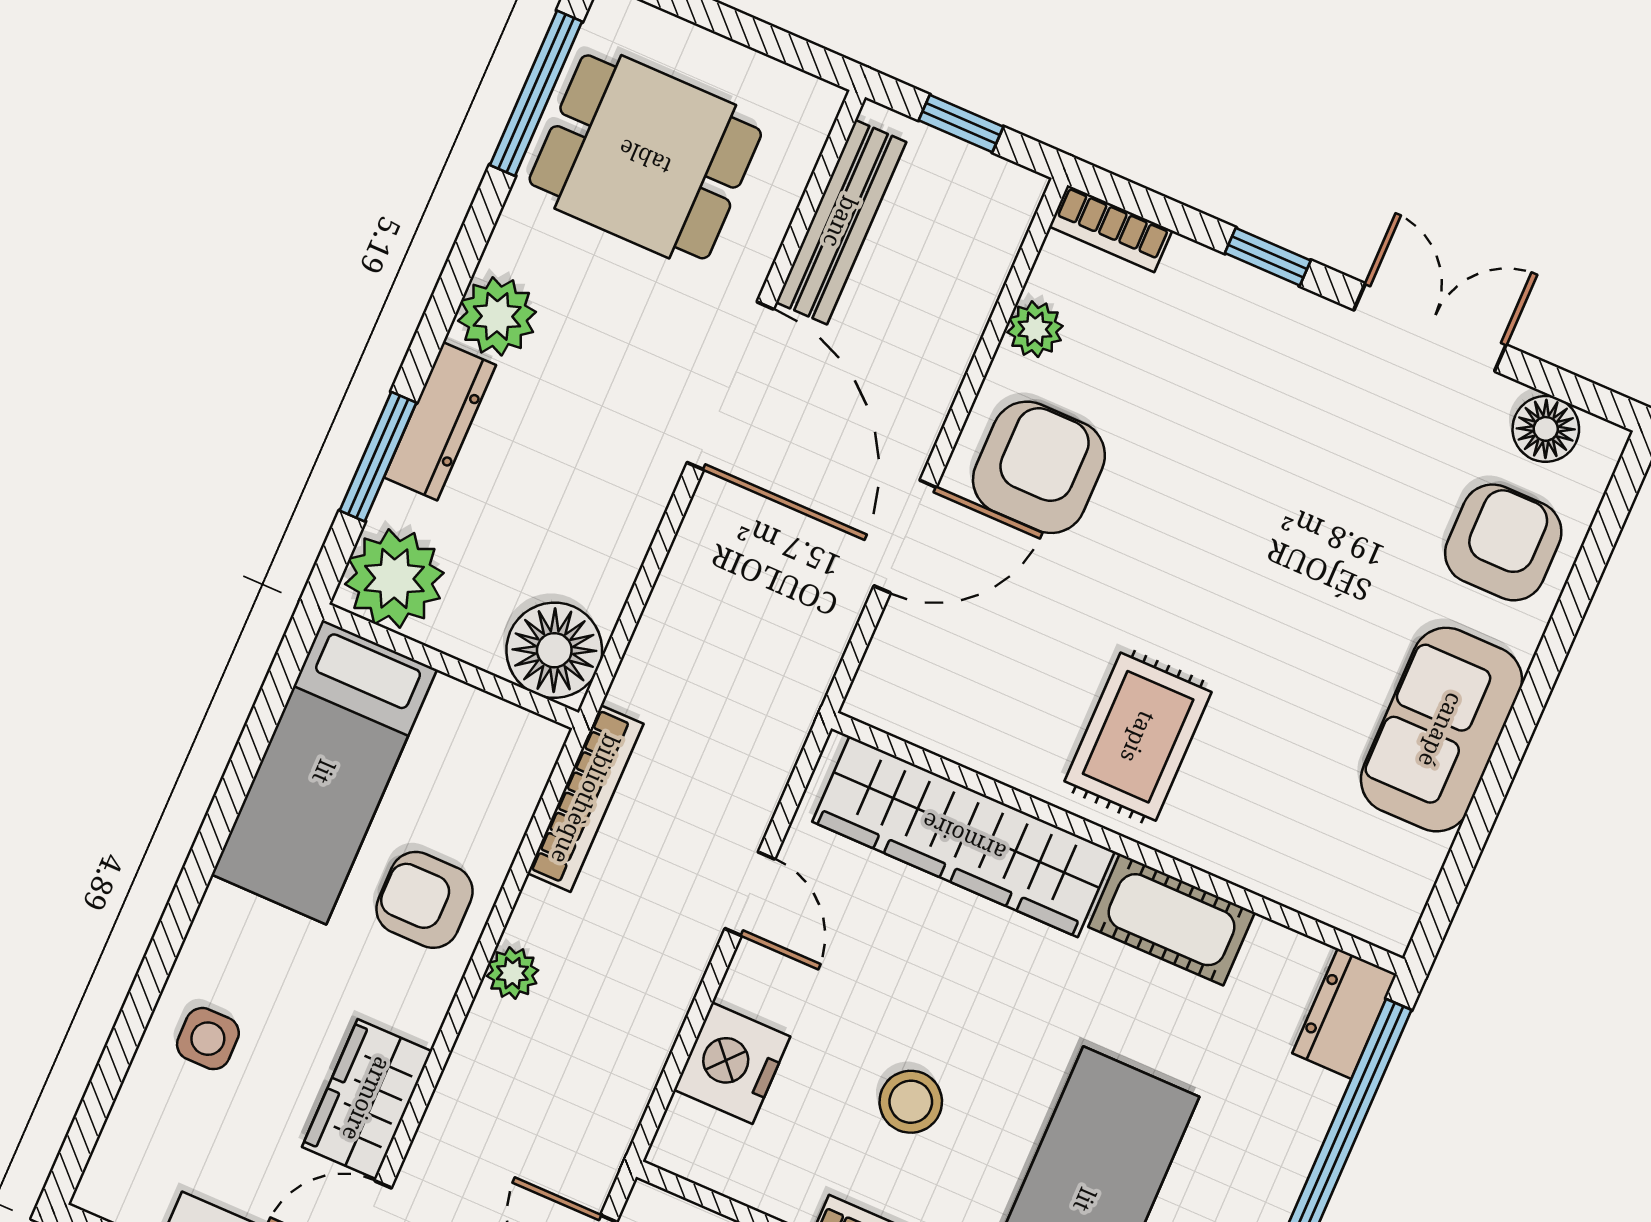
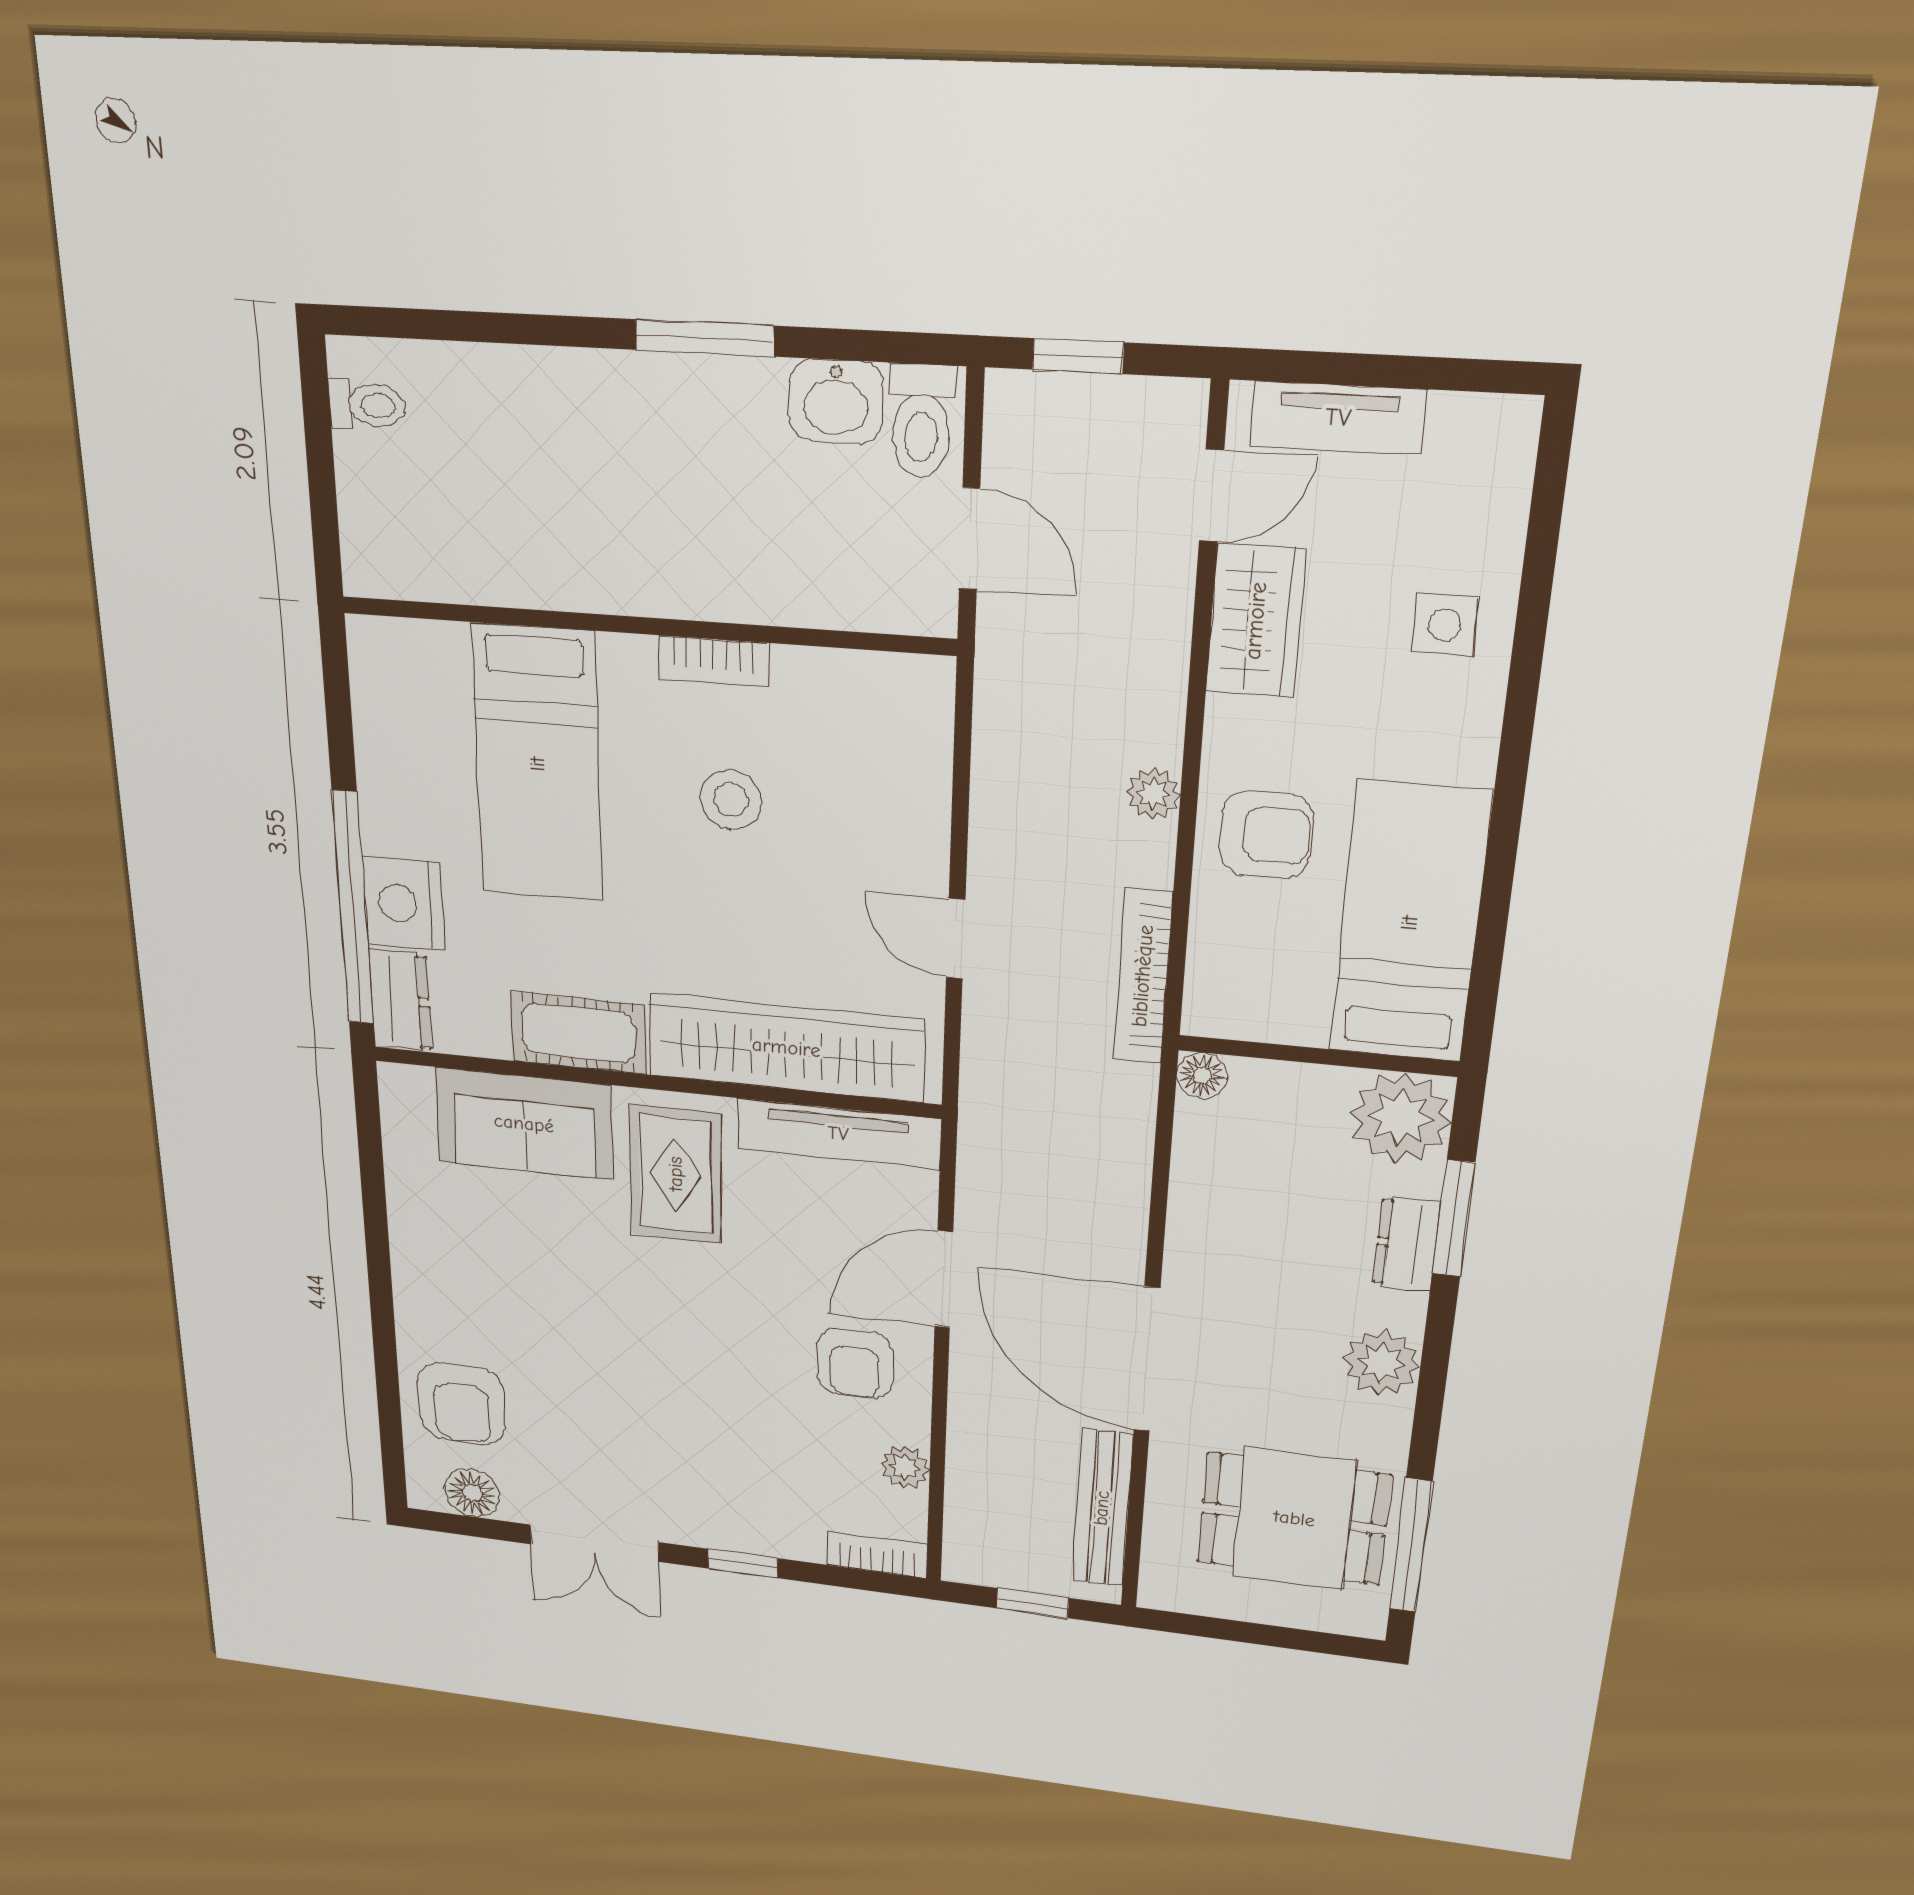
dresser: (440, 421) -> (1407, 1244), width x0.70
armchair: (1039, 467) -> (855, 1363), width x0.72, depth x0.72
floor lamp: (554, 650) -> (1202, 1076), width x0.53, depth x0.53
tv unit: (949, 729) -> (838, 1134), added
sofa: (1441, 730) -> (524, 1124), moved, turned 90
nightstand: (732, 1063) -> (404, 904), moved, turned 180

